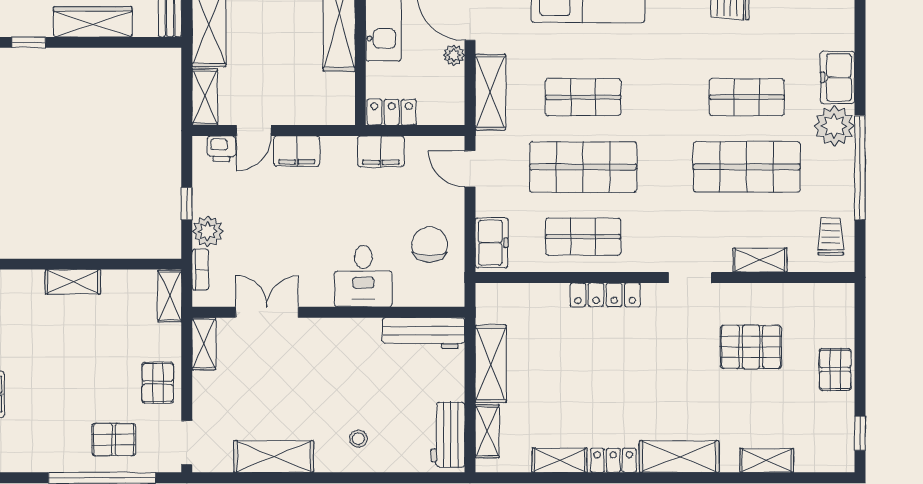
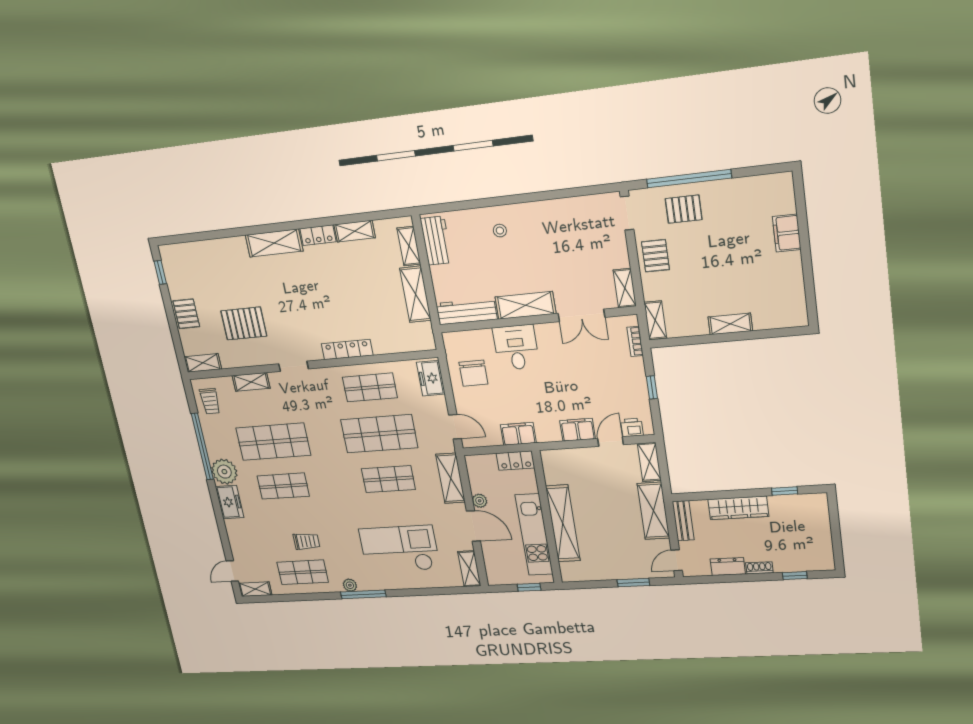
plant: (208, 231) -> (634, 369), removed
shelving: (274, 457) -> (525, 305), moved
shelving: (767, 460) -> (203, 363), moved

